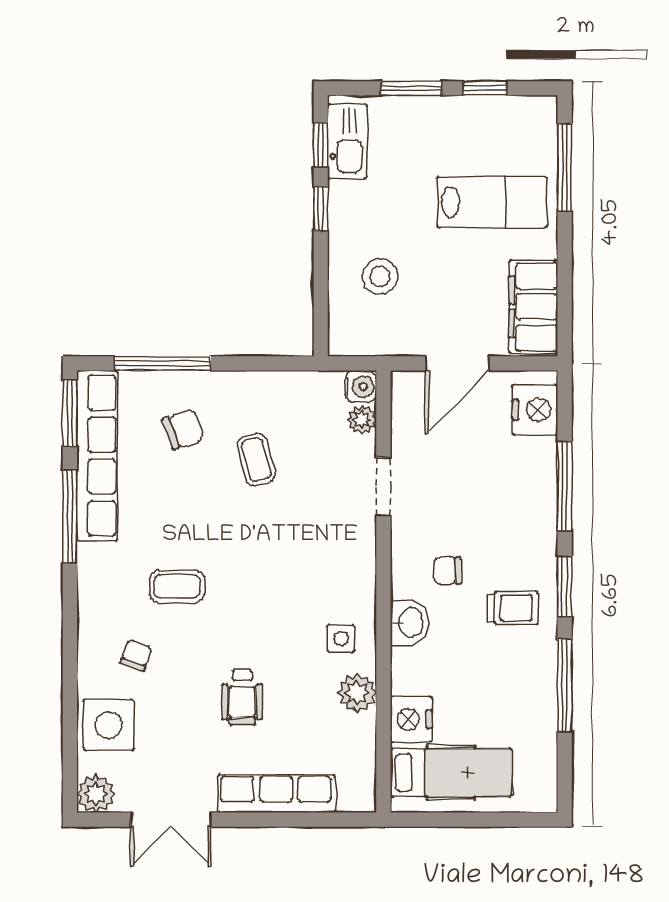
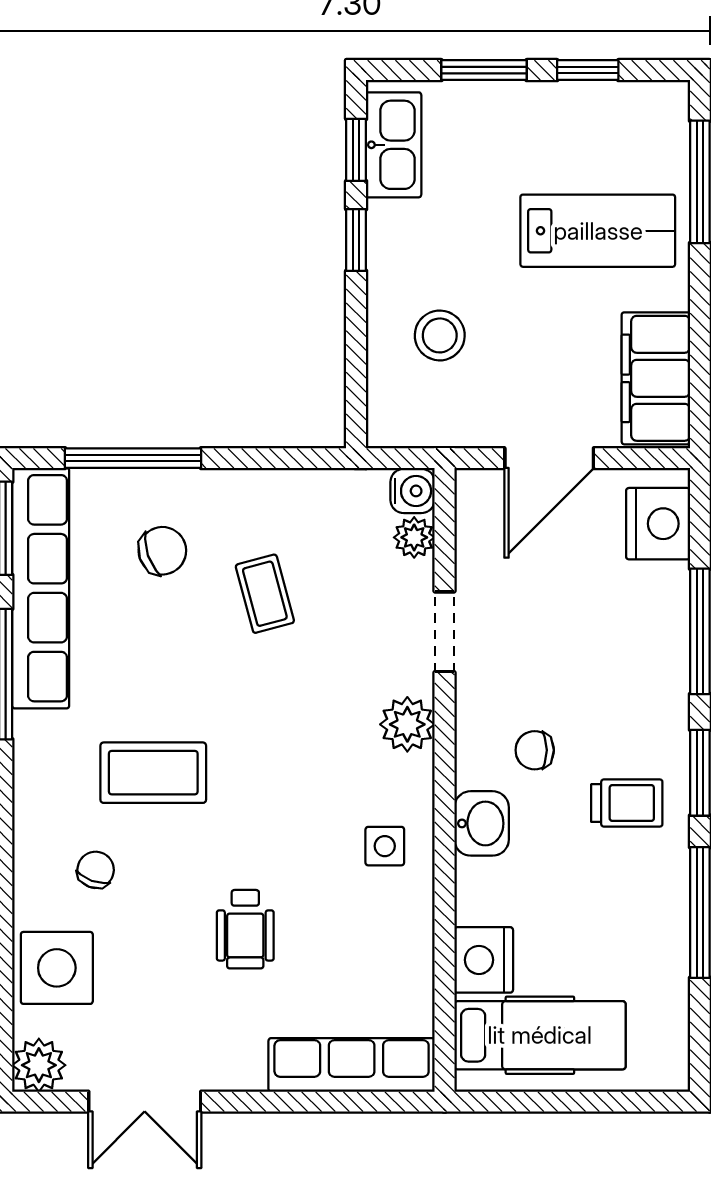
coffee table: (177, 586) -> (153, 773), width x1.36, depth x1.30
plant: (357, 693) -> (407, 724), moved
row of seats: (276, 794) -> (352, 1065), moved

